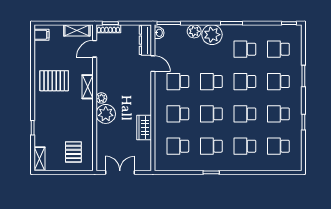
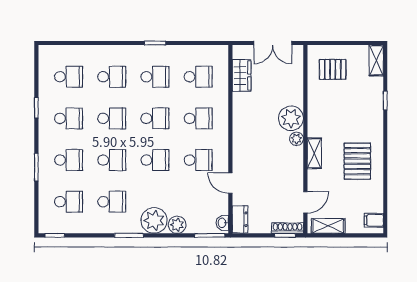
dresser: (145, 40) -> (240, 219), width x0.70
pallet: (54, 81) -> (357, 161), turned 90
wardrobe: (144, 128) -> (242, 75), moved
pallet: (73, 152) -> (333, 69), turned 90

